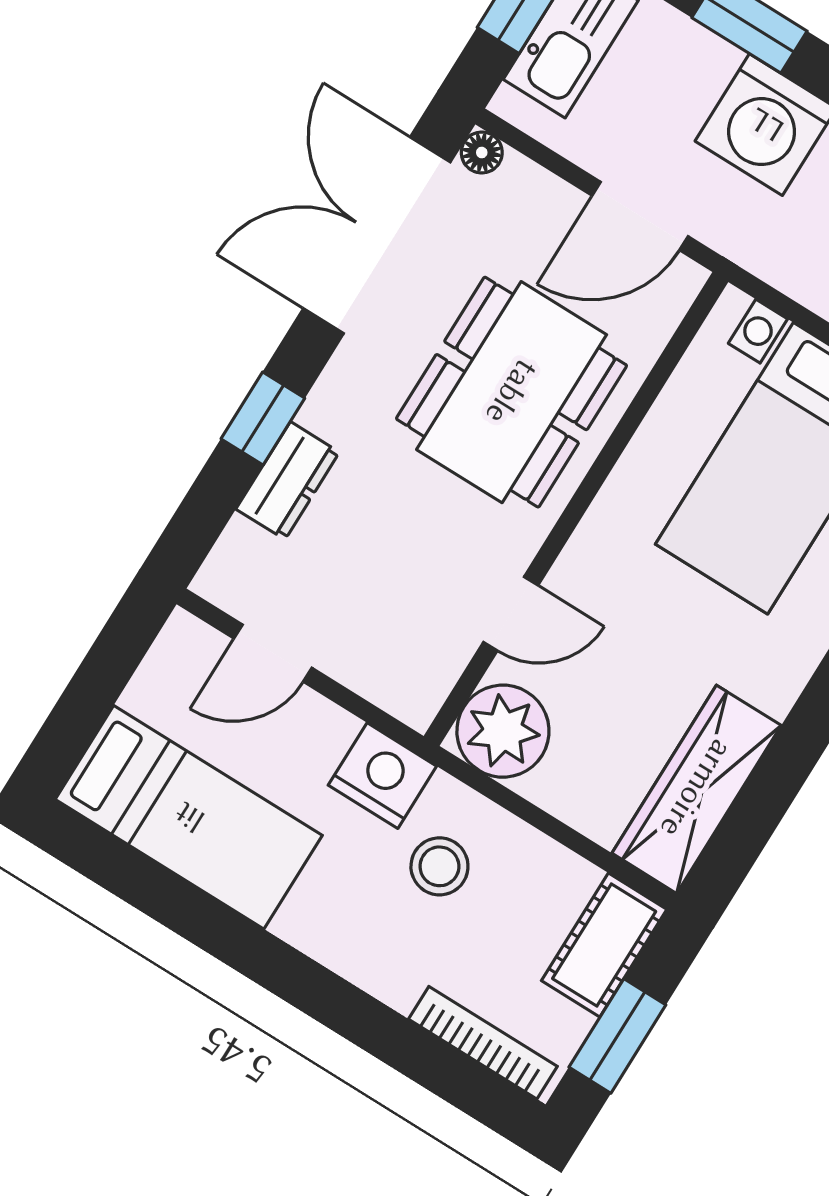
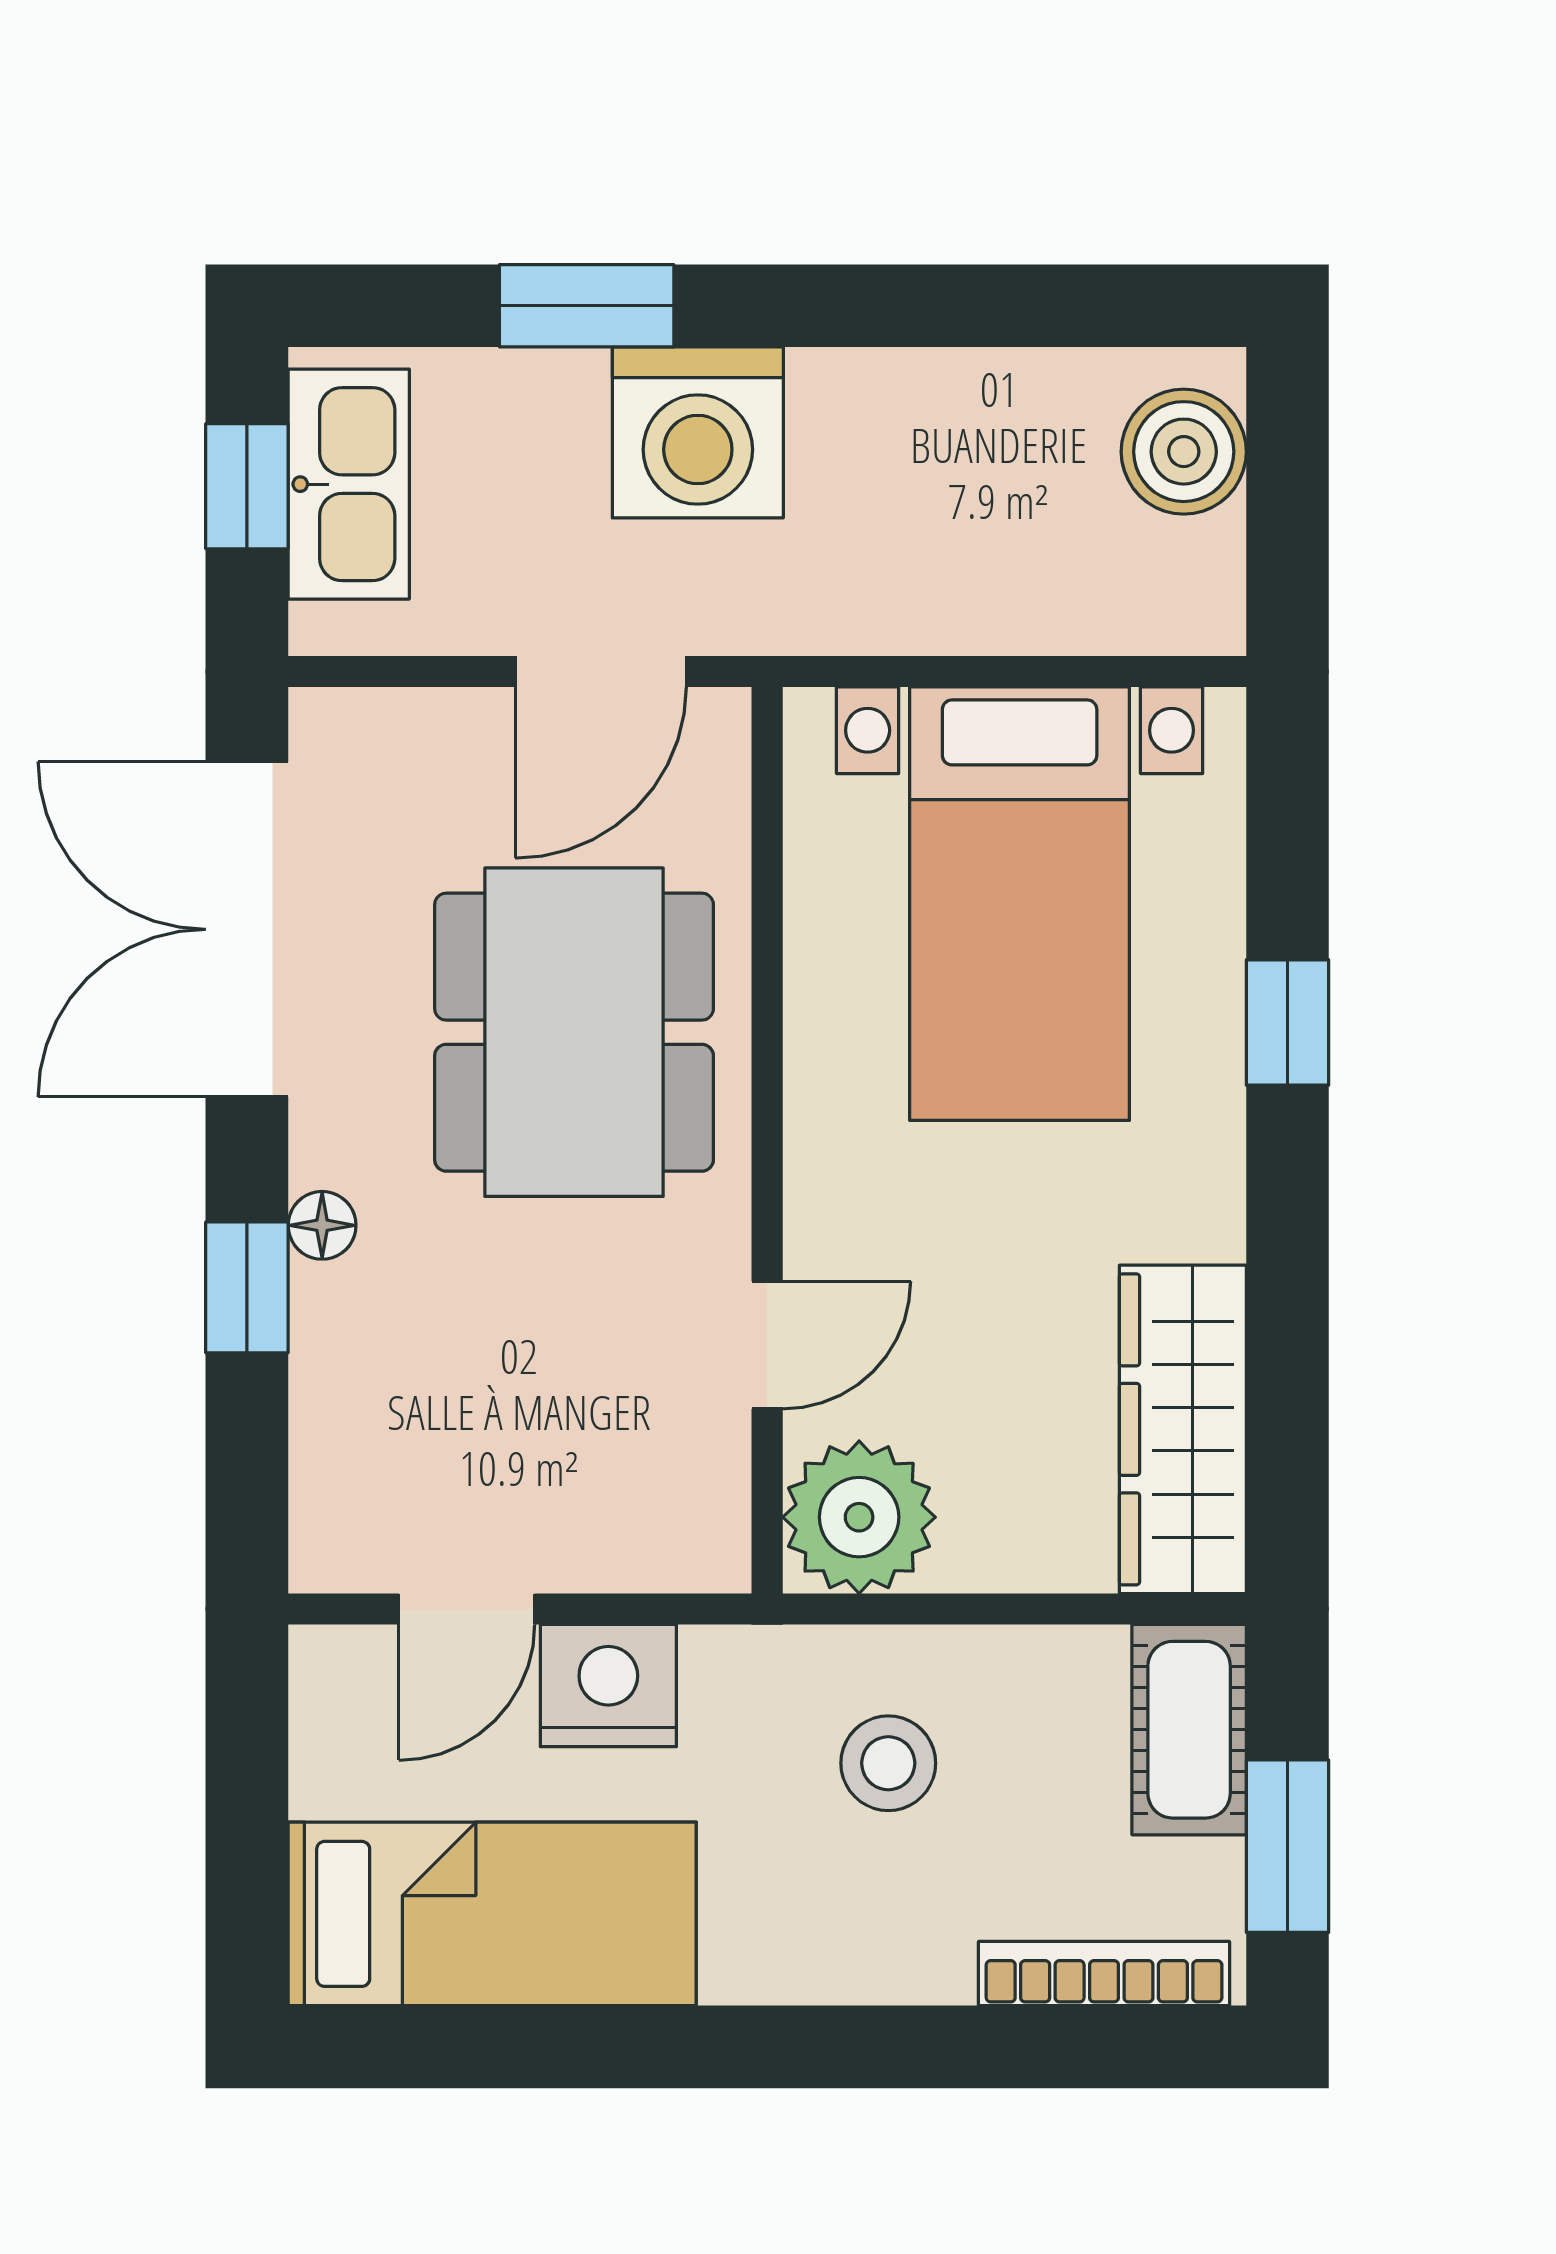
floor lamp: (482, 153) -> (322, 1225), moved
dresser: (288, 481) -> (336, 1353), removed
nightstand: (382, 776) -> (608, 1686), moved

